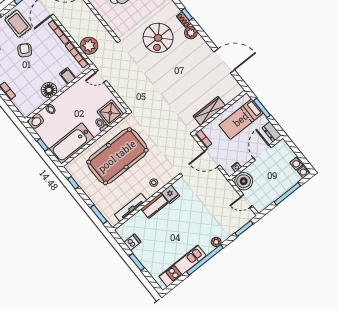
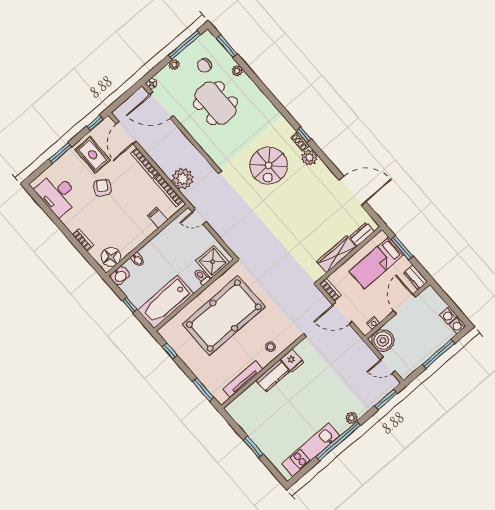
floor lamp: (49, 90) -> (111, 257), moved
dresser: (230, 96) -> (362, 234), added
dishwasher: (132, 242) -> (247, 422), removed

